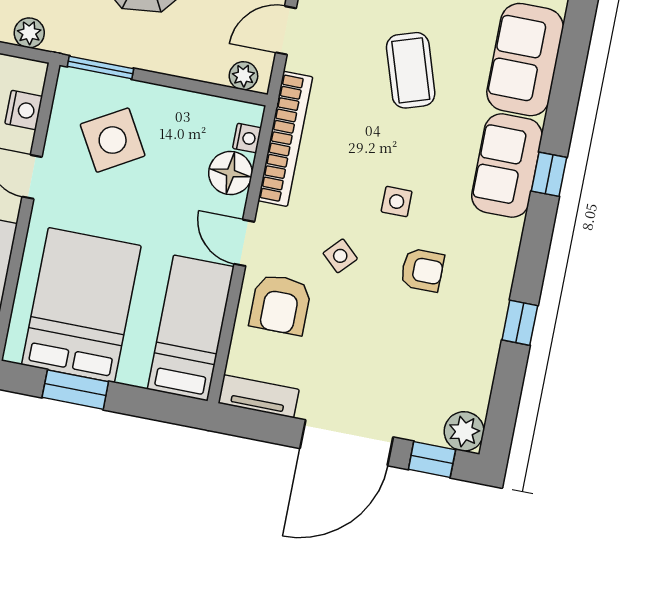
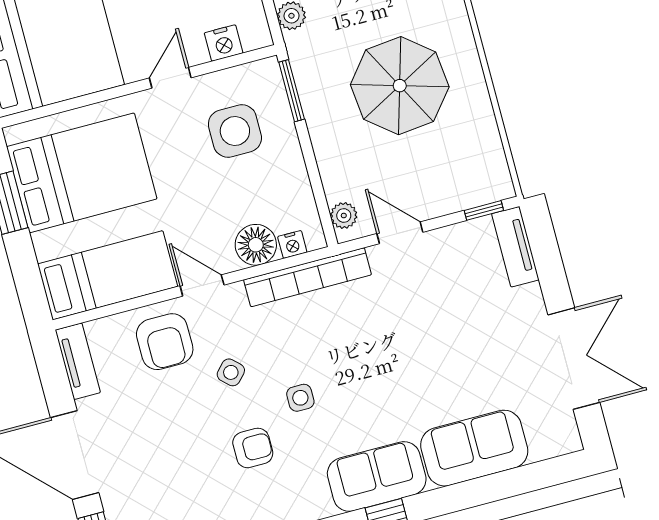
coffee table: (411, 70) -> (418, 355), removed
side table: (113, 140) -> (235, 131), turned 30
door: (244, 243) -> (202, 285), hinge flipped
armchair: (422, 270) -> (253, 448), turned -90
armchair: (280, 304) -> (165, 342), turned -90

